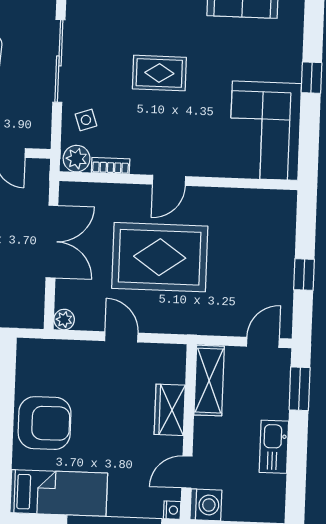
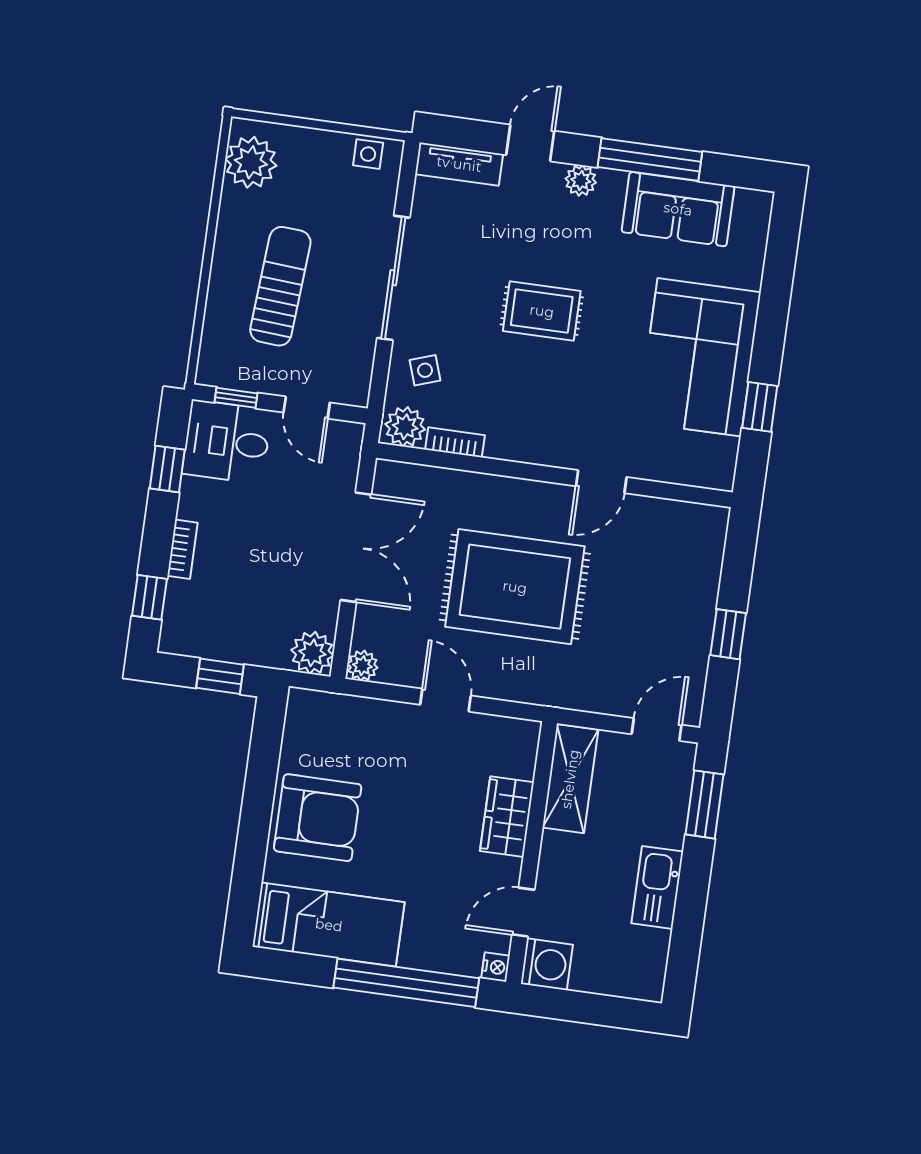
window: (312, 78) -> (760, 407), moved
corner sofa: (265, 131) -> (699, 357), moved
door: (169, 180) -> (601, 482), moved
plant: (30, 314) -> (312, 653), added

